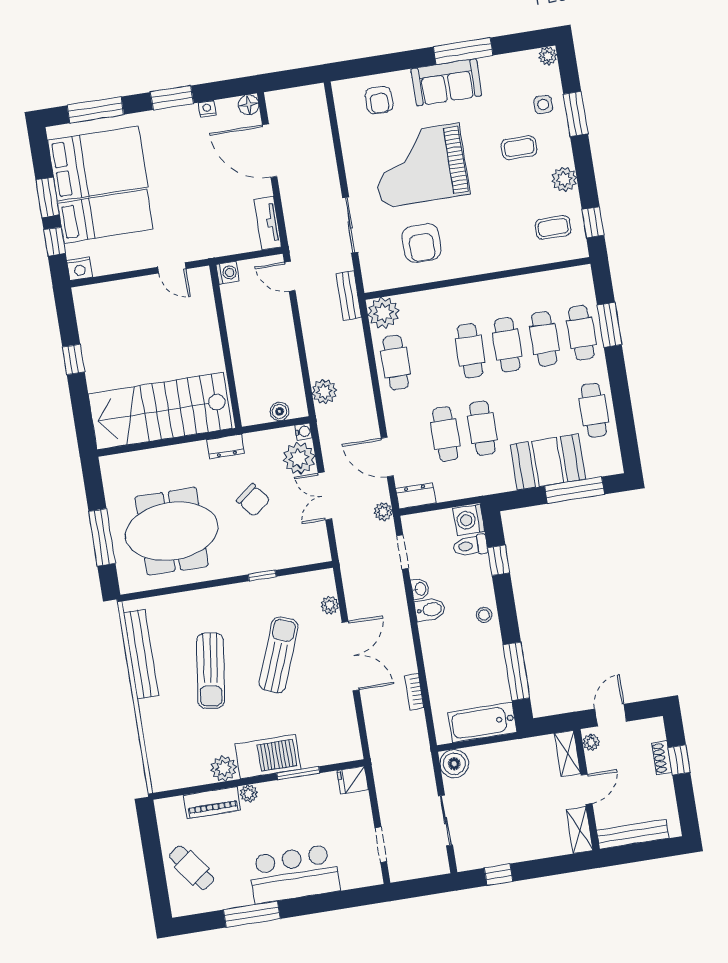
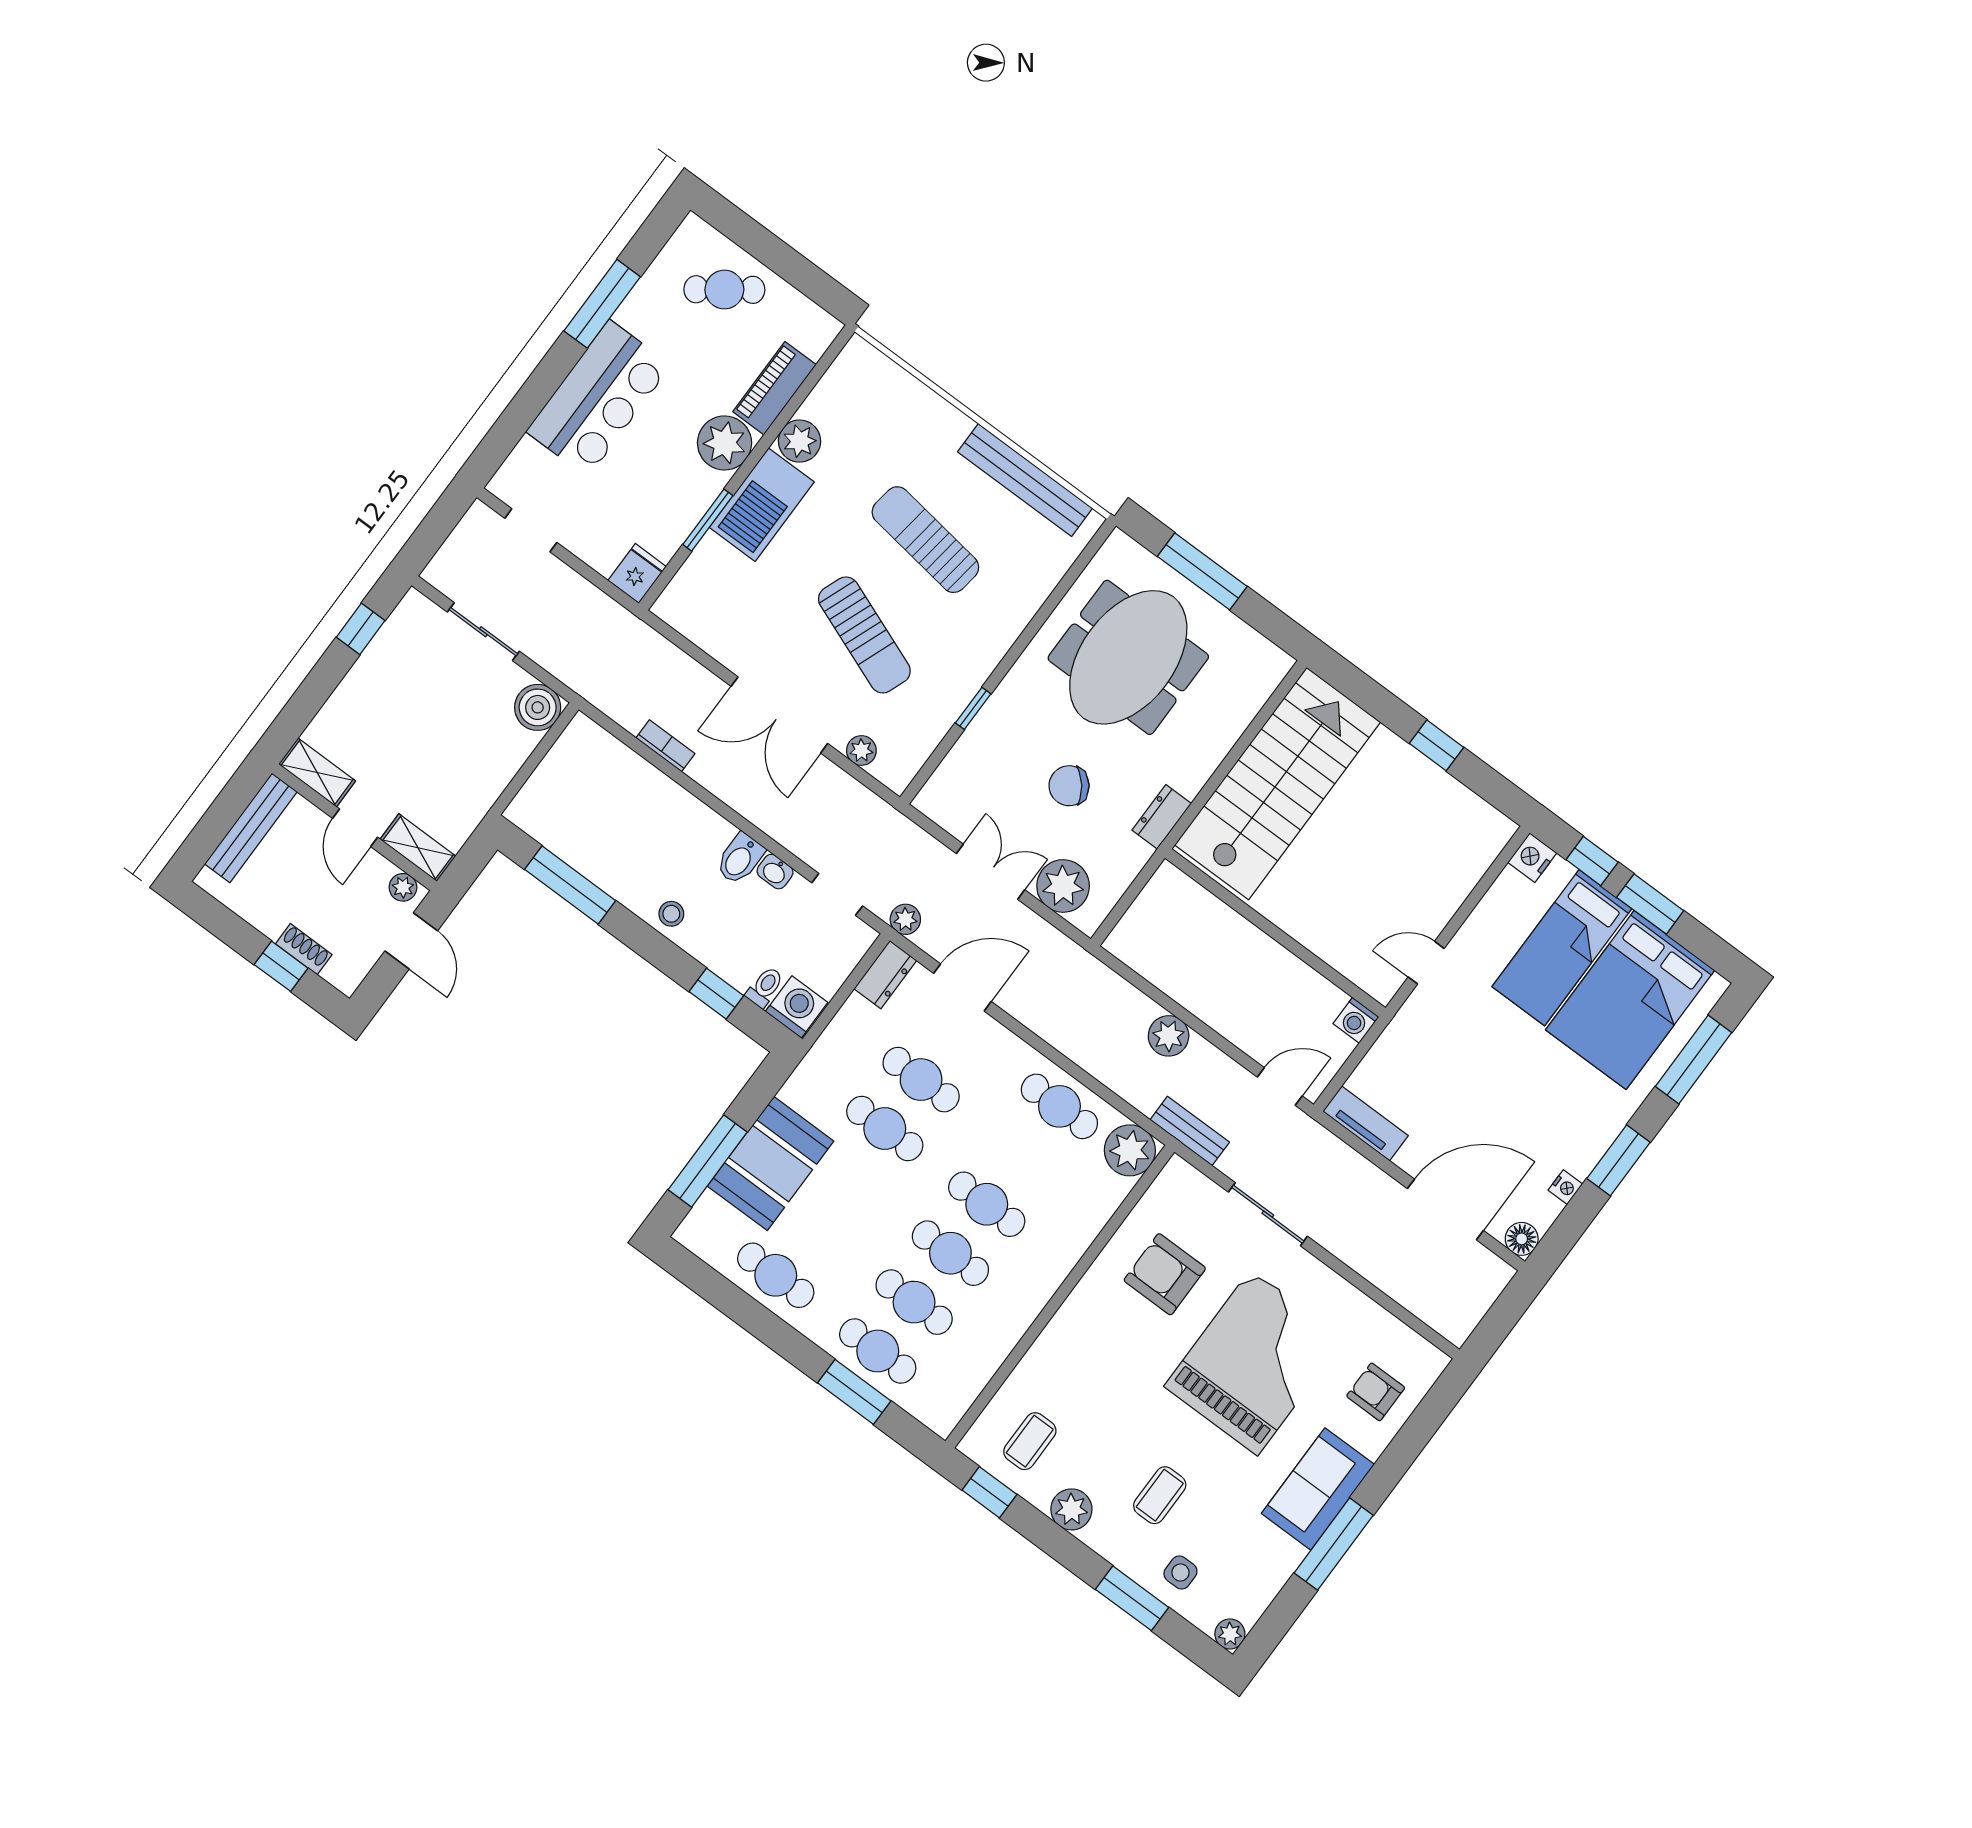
plant: (324, 392) -> (1169, 1036), moved
boiler: (279, 411) -> (1139, 918), removed
water cooler: (303, 432) -> (1088, 922), removed
toilet: (470, 546) -> (765, 987), width x0.73, depth x0.72
bathtub: (482, 722) -> (552, 787), removed
plant: (249, 794) -> (725, 443), width x1.88, depth x1.88

